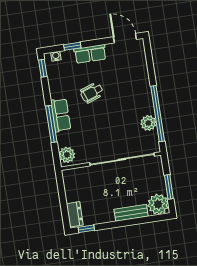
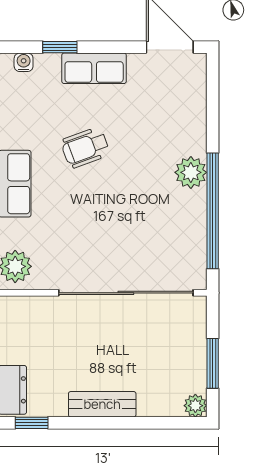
plant: (148, 123) -> (191, 172), moved
plant: (158, 204) -> (195, 406), width x0.53, depth x0.53
bench: (131, 213) -> (102, 404), moved

